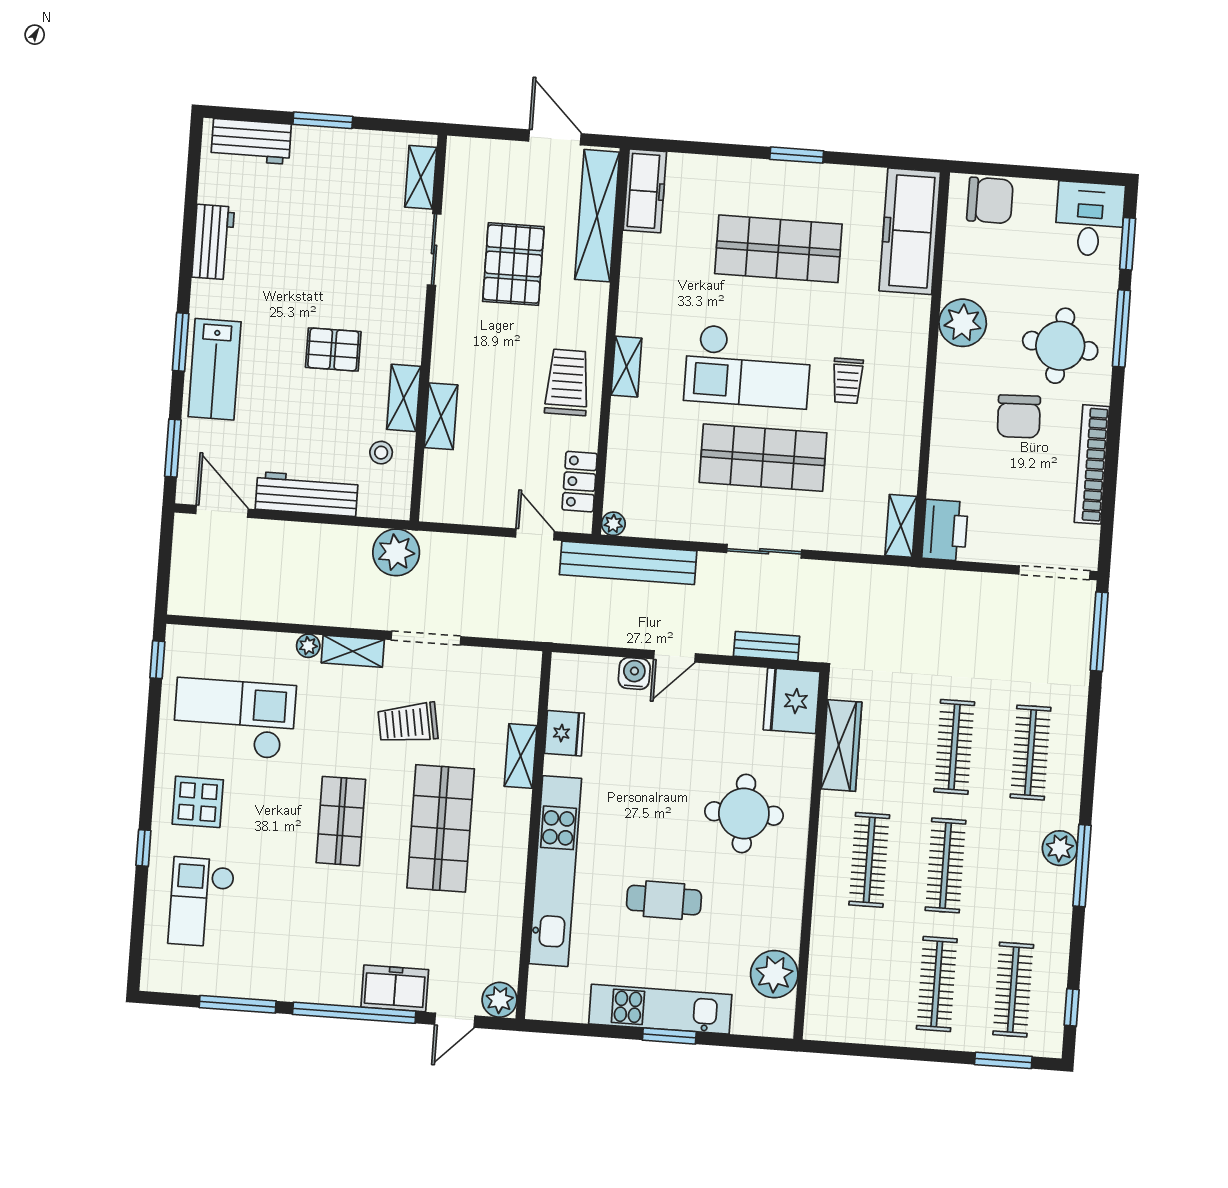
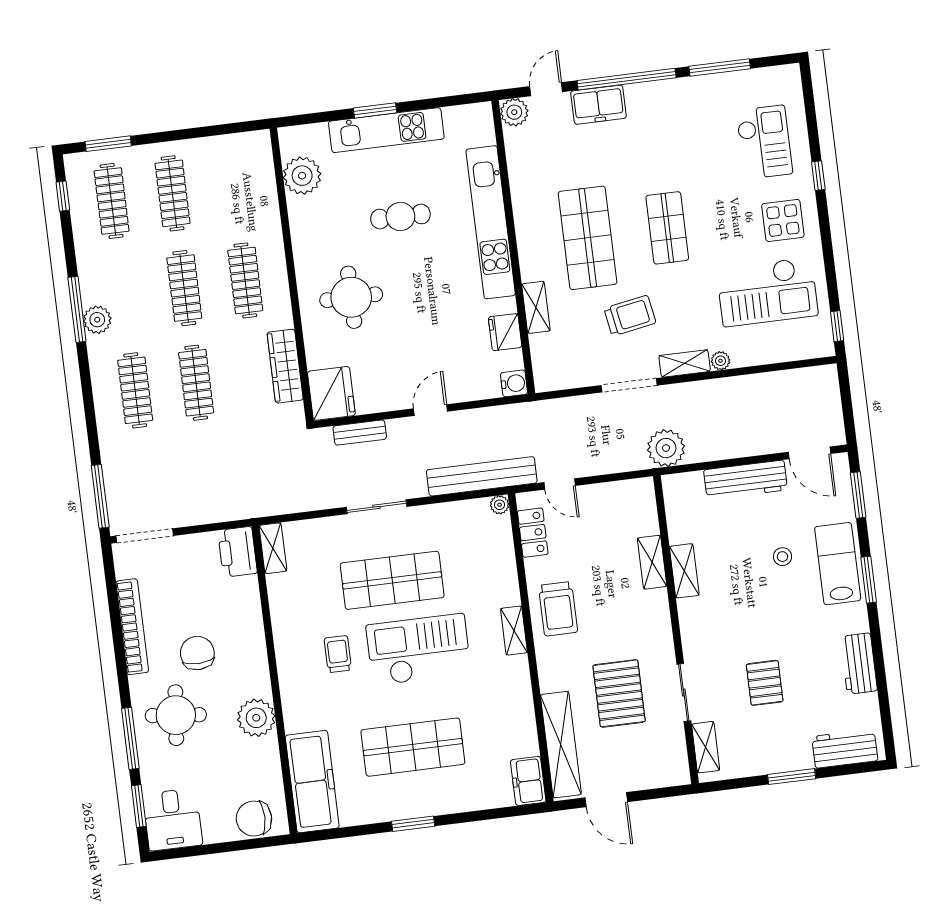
freezer: (645, 191) -> (528, 781), width x0.71
pallet: (333, 350) -> (765, 683), moved, turned 90
stool: (381, 453) -> (783, 557), moved
water cooler: (634, 674) -> (514, 383), moved, turned -90

